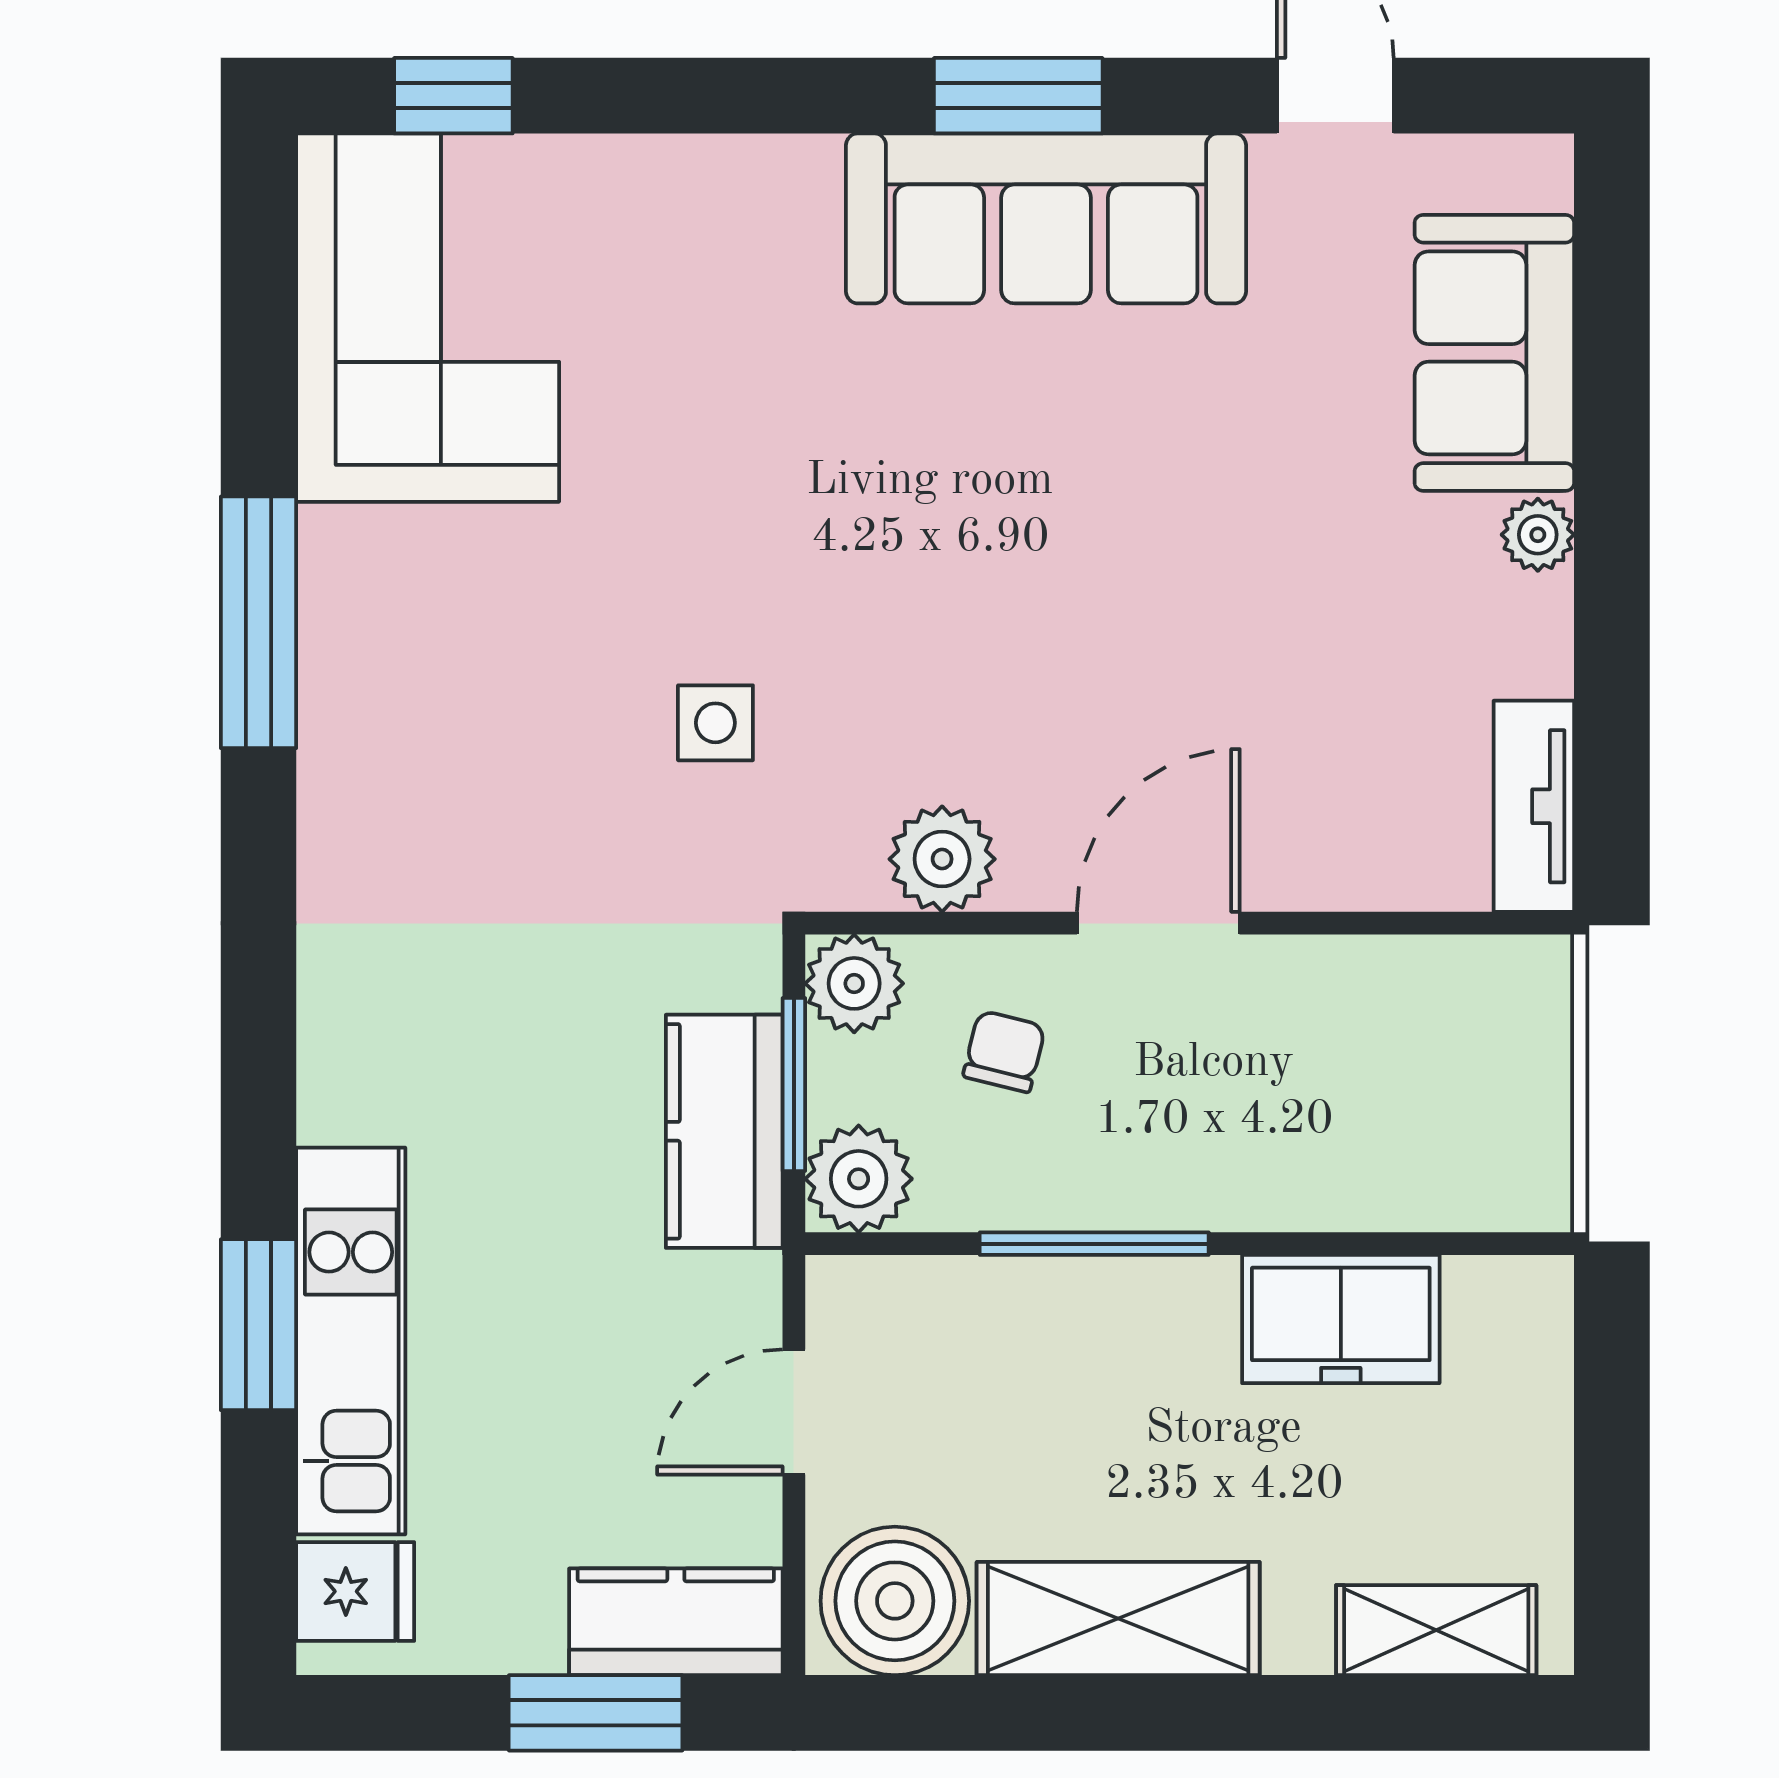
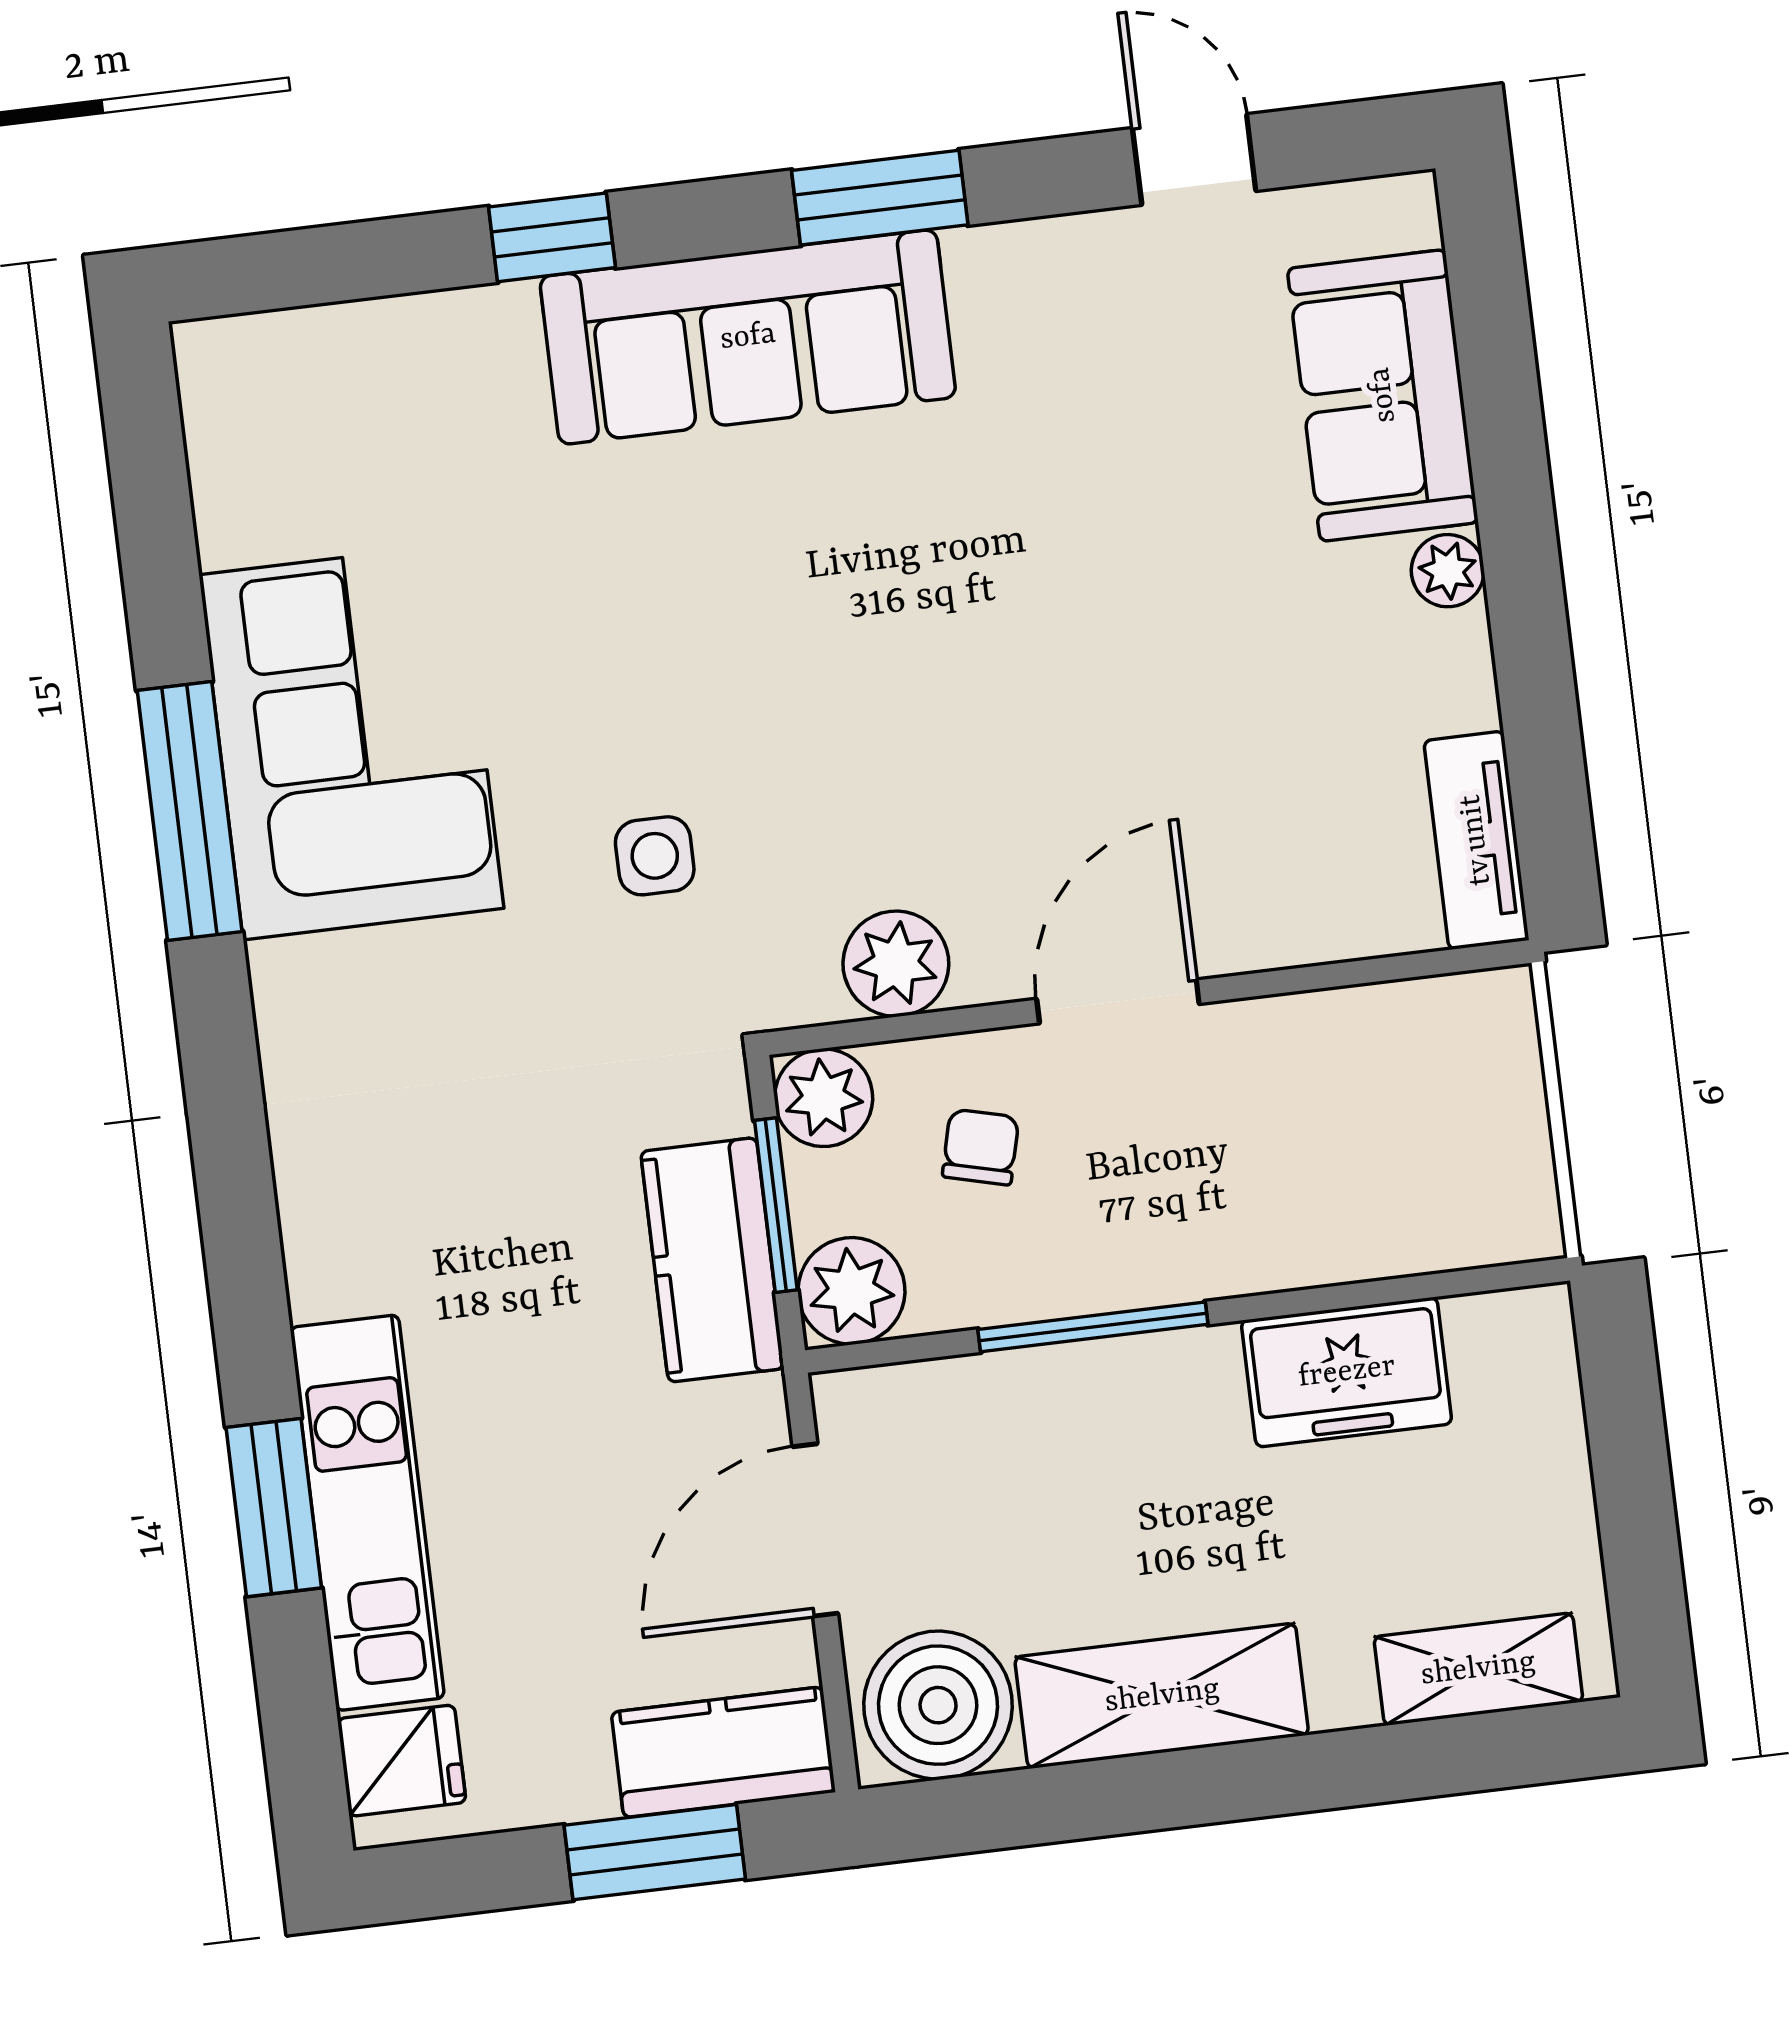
window: (453, 96) -> (552, 237), moved
sofa: (1046, 218) -> (748, 337), moved
corner sofa: (428, 318) -> (351, 742), moved
door: (794, 1412) -> (815, 1530), width x1.38

